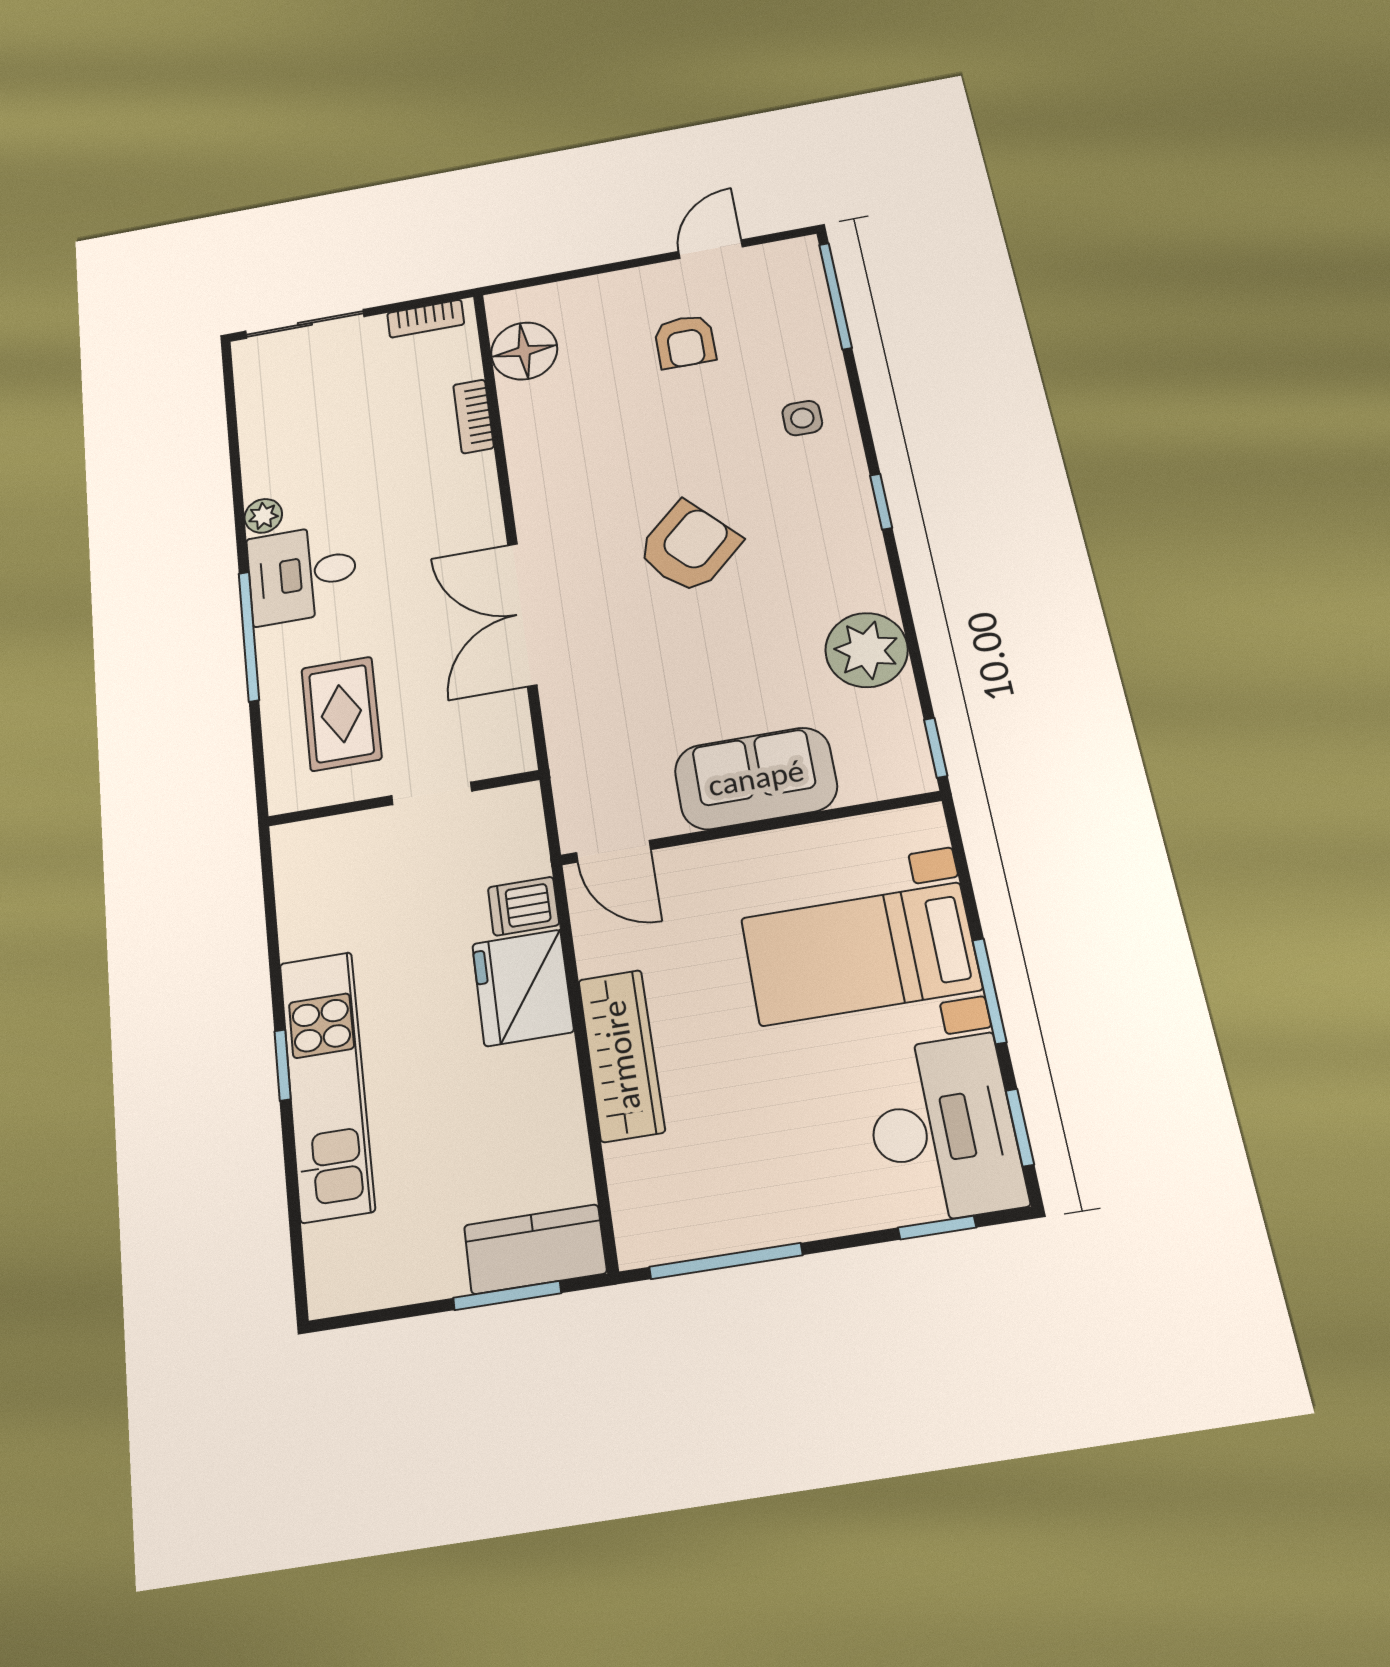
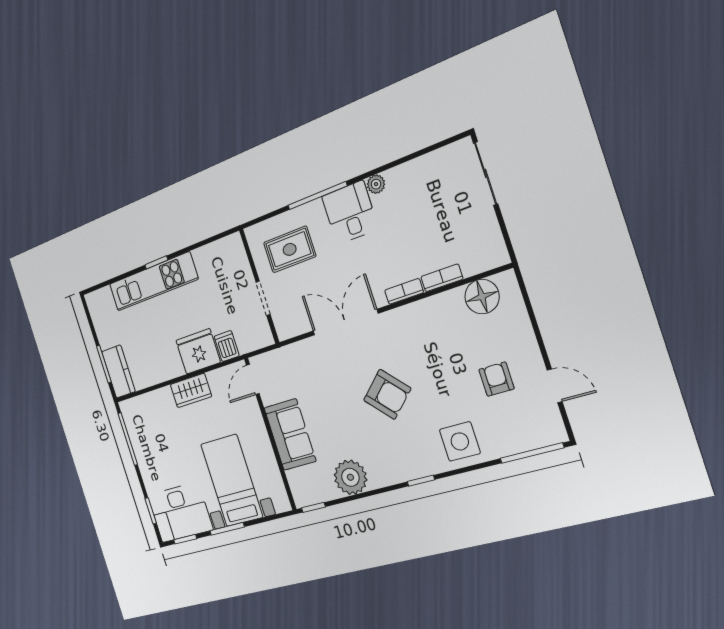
bookcase: (426, 319) -> (404, 291), moved, turned 90
armchair: (685, 342) -> (496, 379), turned 90
side table: (802, 418) -> (460, 441), width x1.87, depth x1.87
wardrobe: (621, 1055) -> (191, 390), width x0.67

